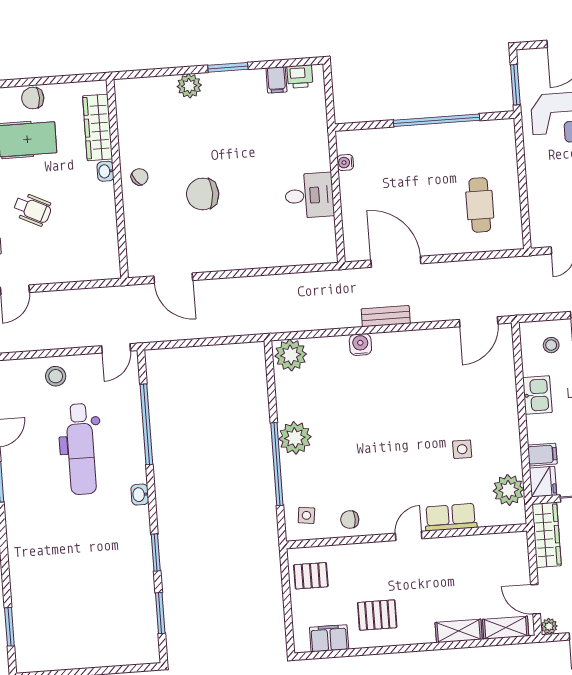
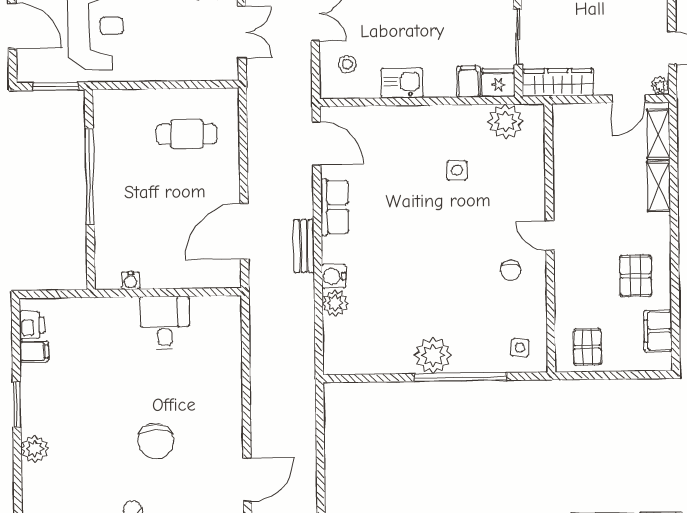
plant: (291, 355) -> (335, 303), moved, width x0.73, depth x0.73
row of seats: (451, 517) -> (335, 207), moved, turned 180
chair: (350, 520) -> (511, 271), moved

